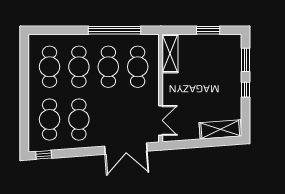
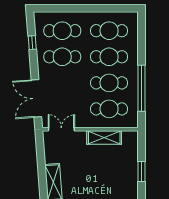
shelving: (170, 54) -> (104, 138), moved
double door: (161, 120) -> (61, 129), swing flipped
window: (44, 155) -> (32, 43), moved

